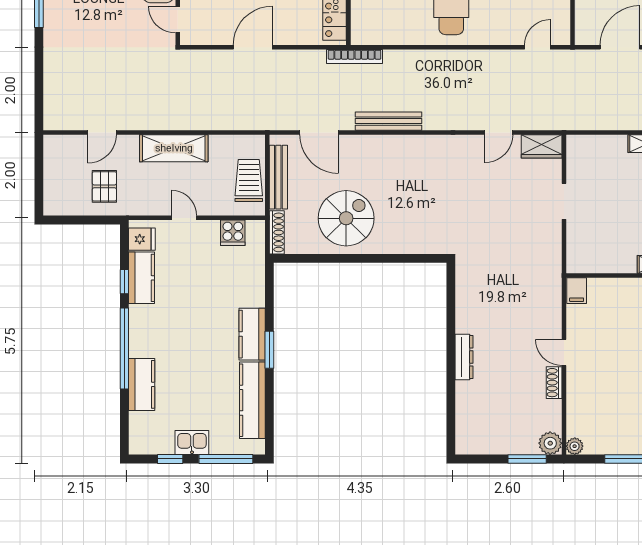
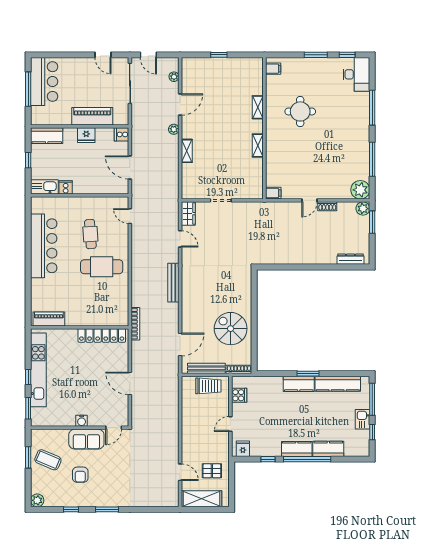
bench: (388, 121) -> (173, 283), moved
shelving: (174, 148) -> (201, 499), moved, turned 90
trolley: (249, 181) -> (208, 386), turned 180
kitchen counter: (142, 278) -> (297, 449), moved
dresser: (464, 357) -> (351, 259), moved
plant: (575, 446) -> (360, 190), width x1.87, depth x1.87

